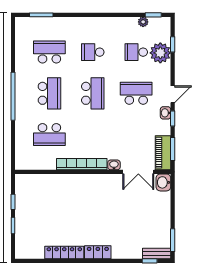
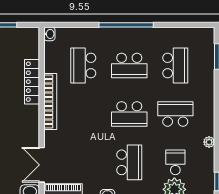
plant: (143, 22) -> (209, 142), moved
school desk: (93, 52) -> (175, 114), width x1.85
washbasin: (114, 165) -> (49, 34), moved
locker: (64, 180) -> (32, 82), added

